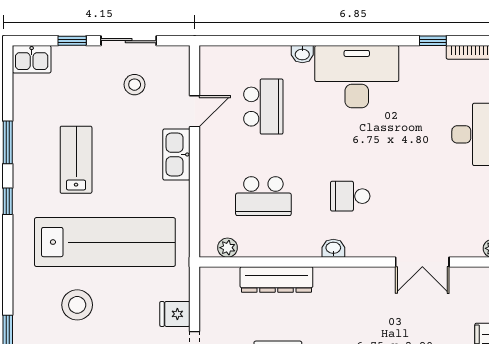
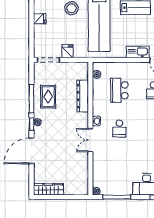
school desk: (350, 196) -> (119, 129), turned 180
double door: (422, 262) -> (90, 140), moved

